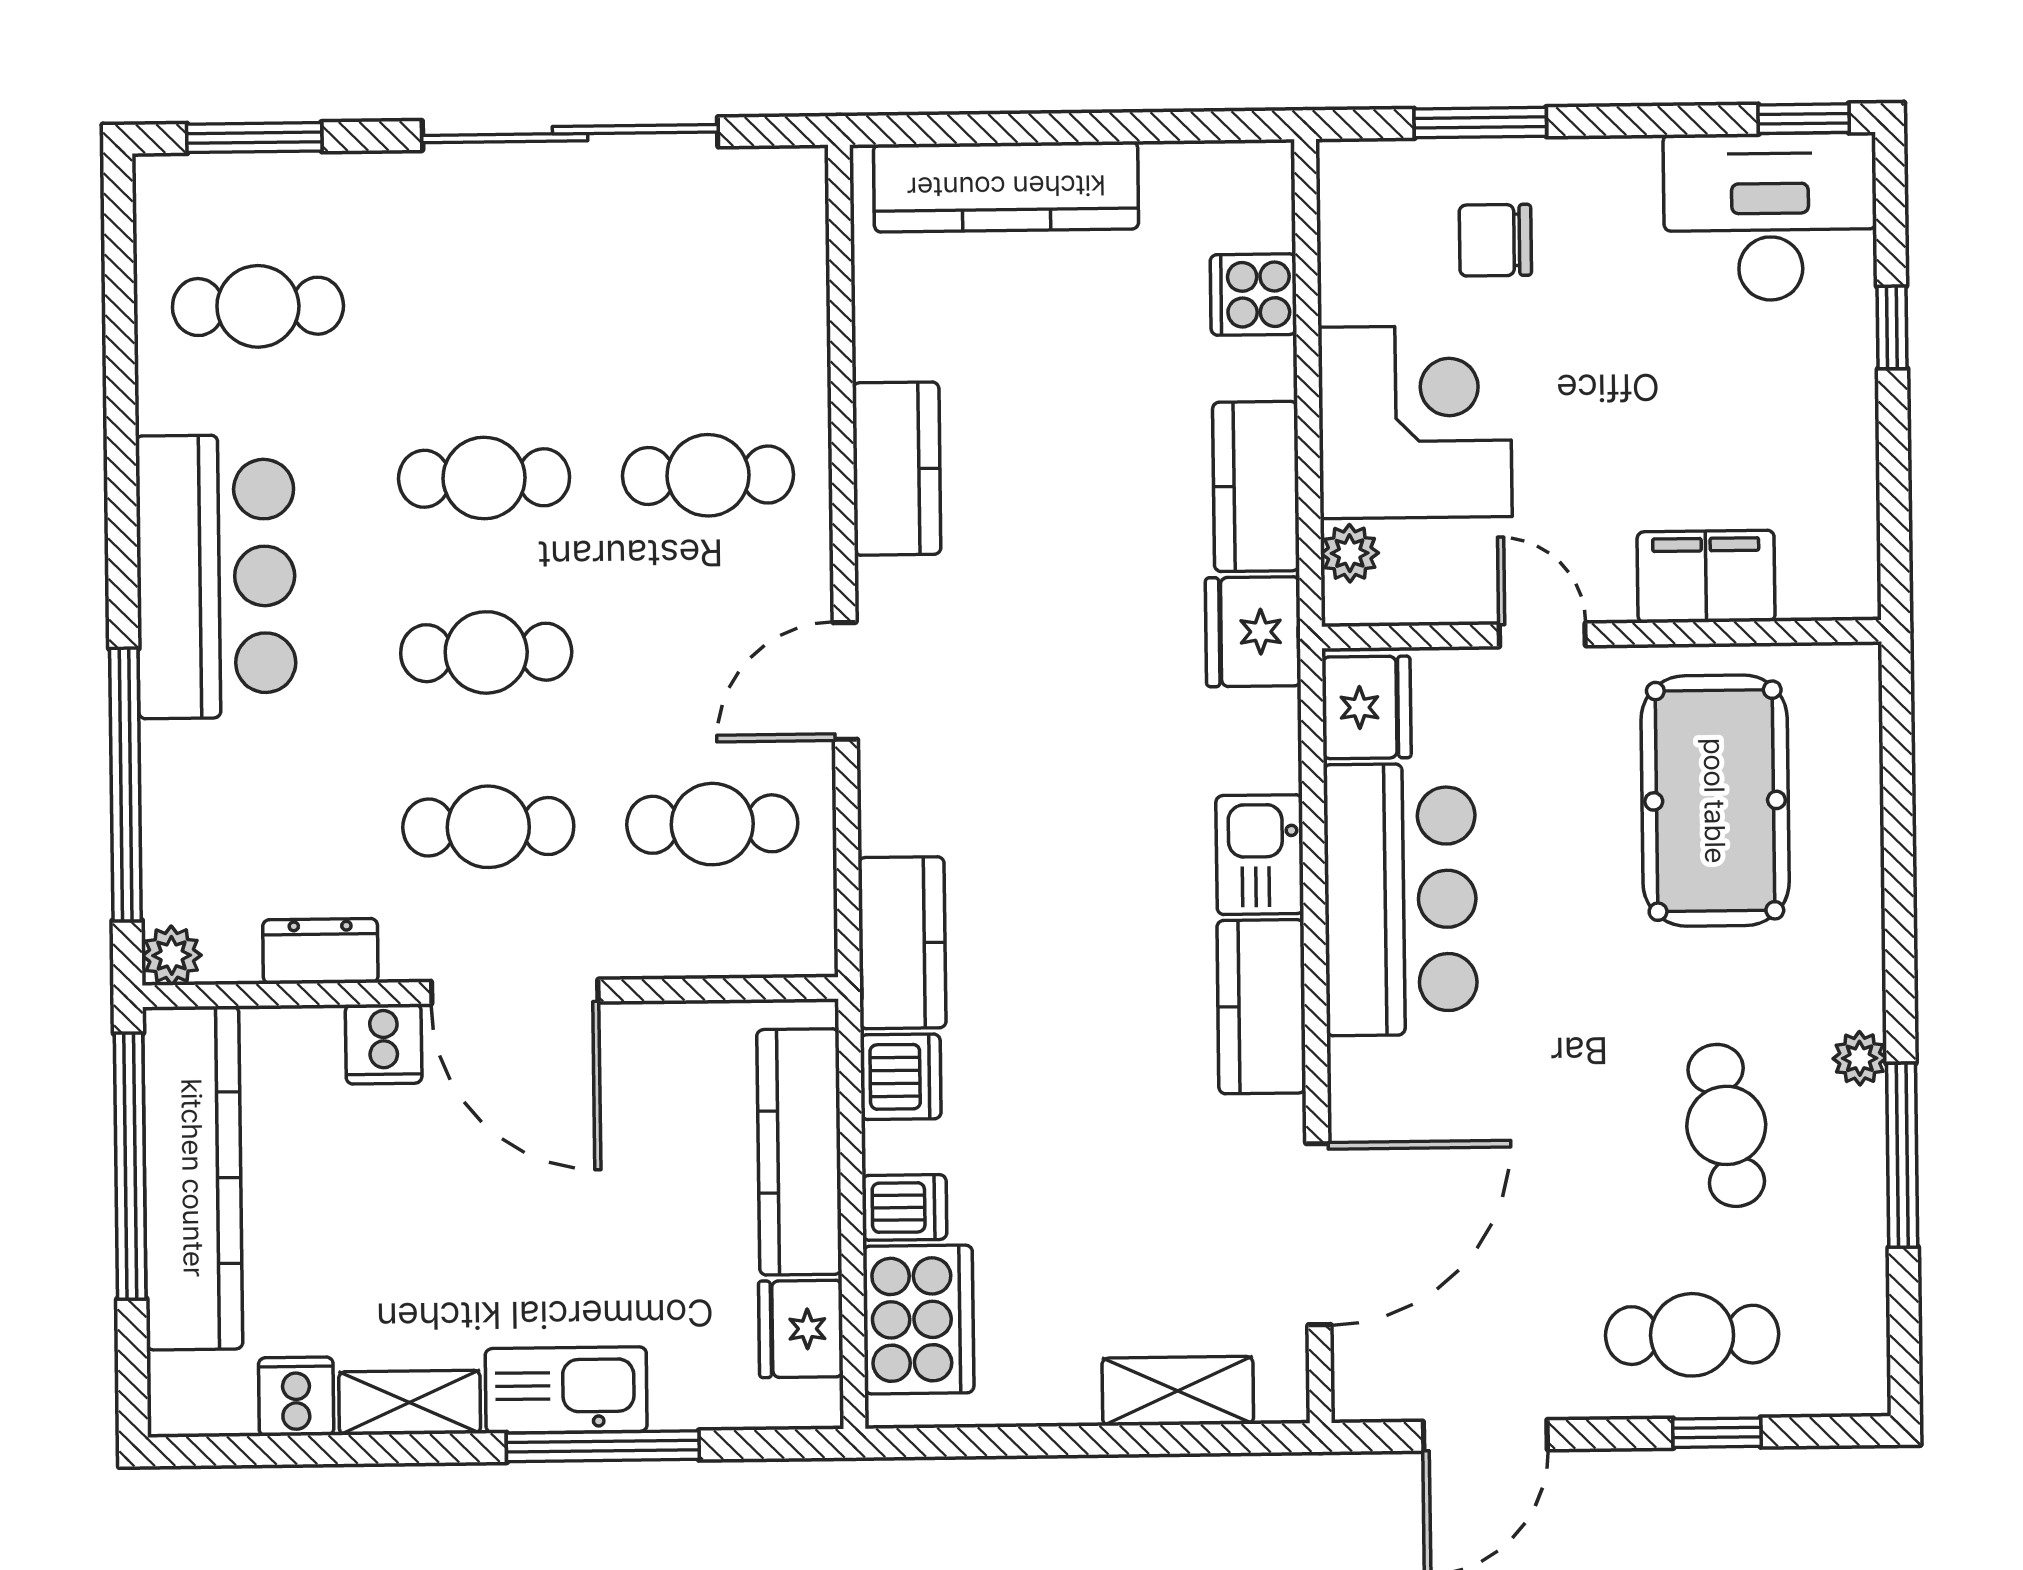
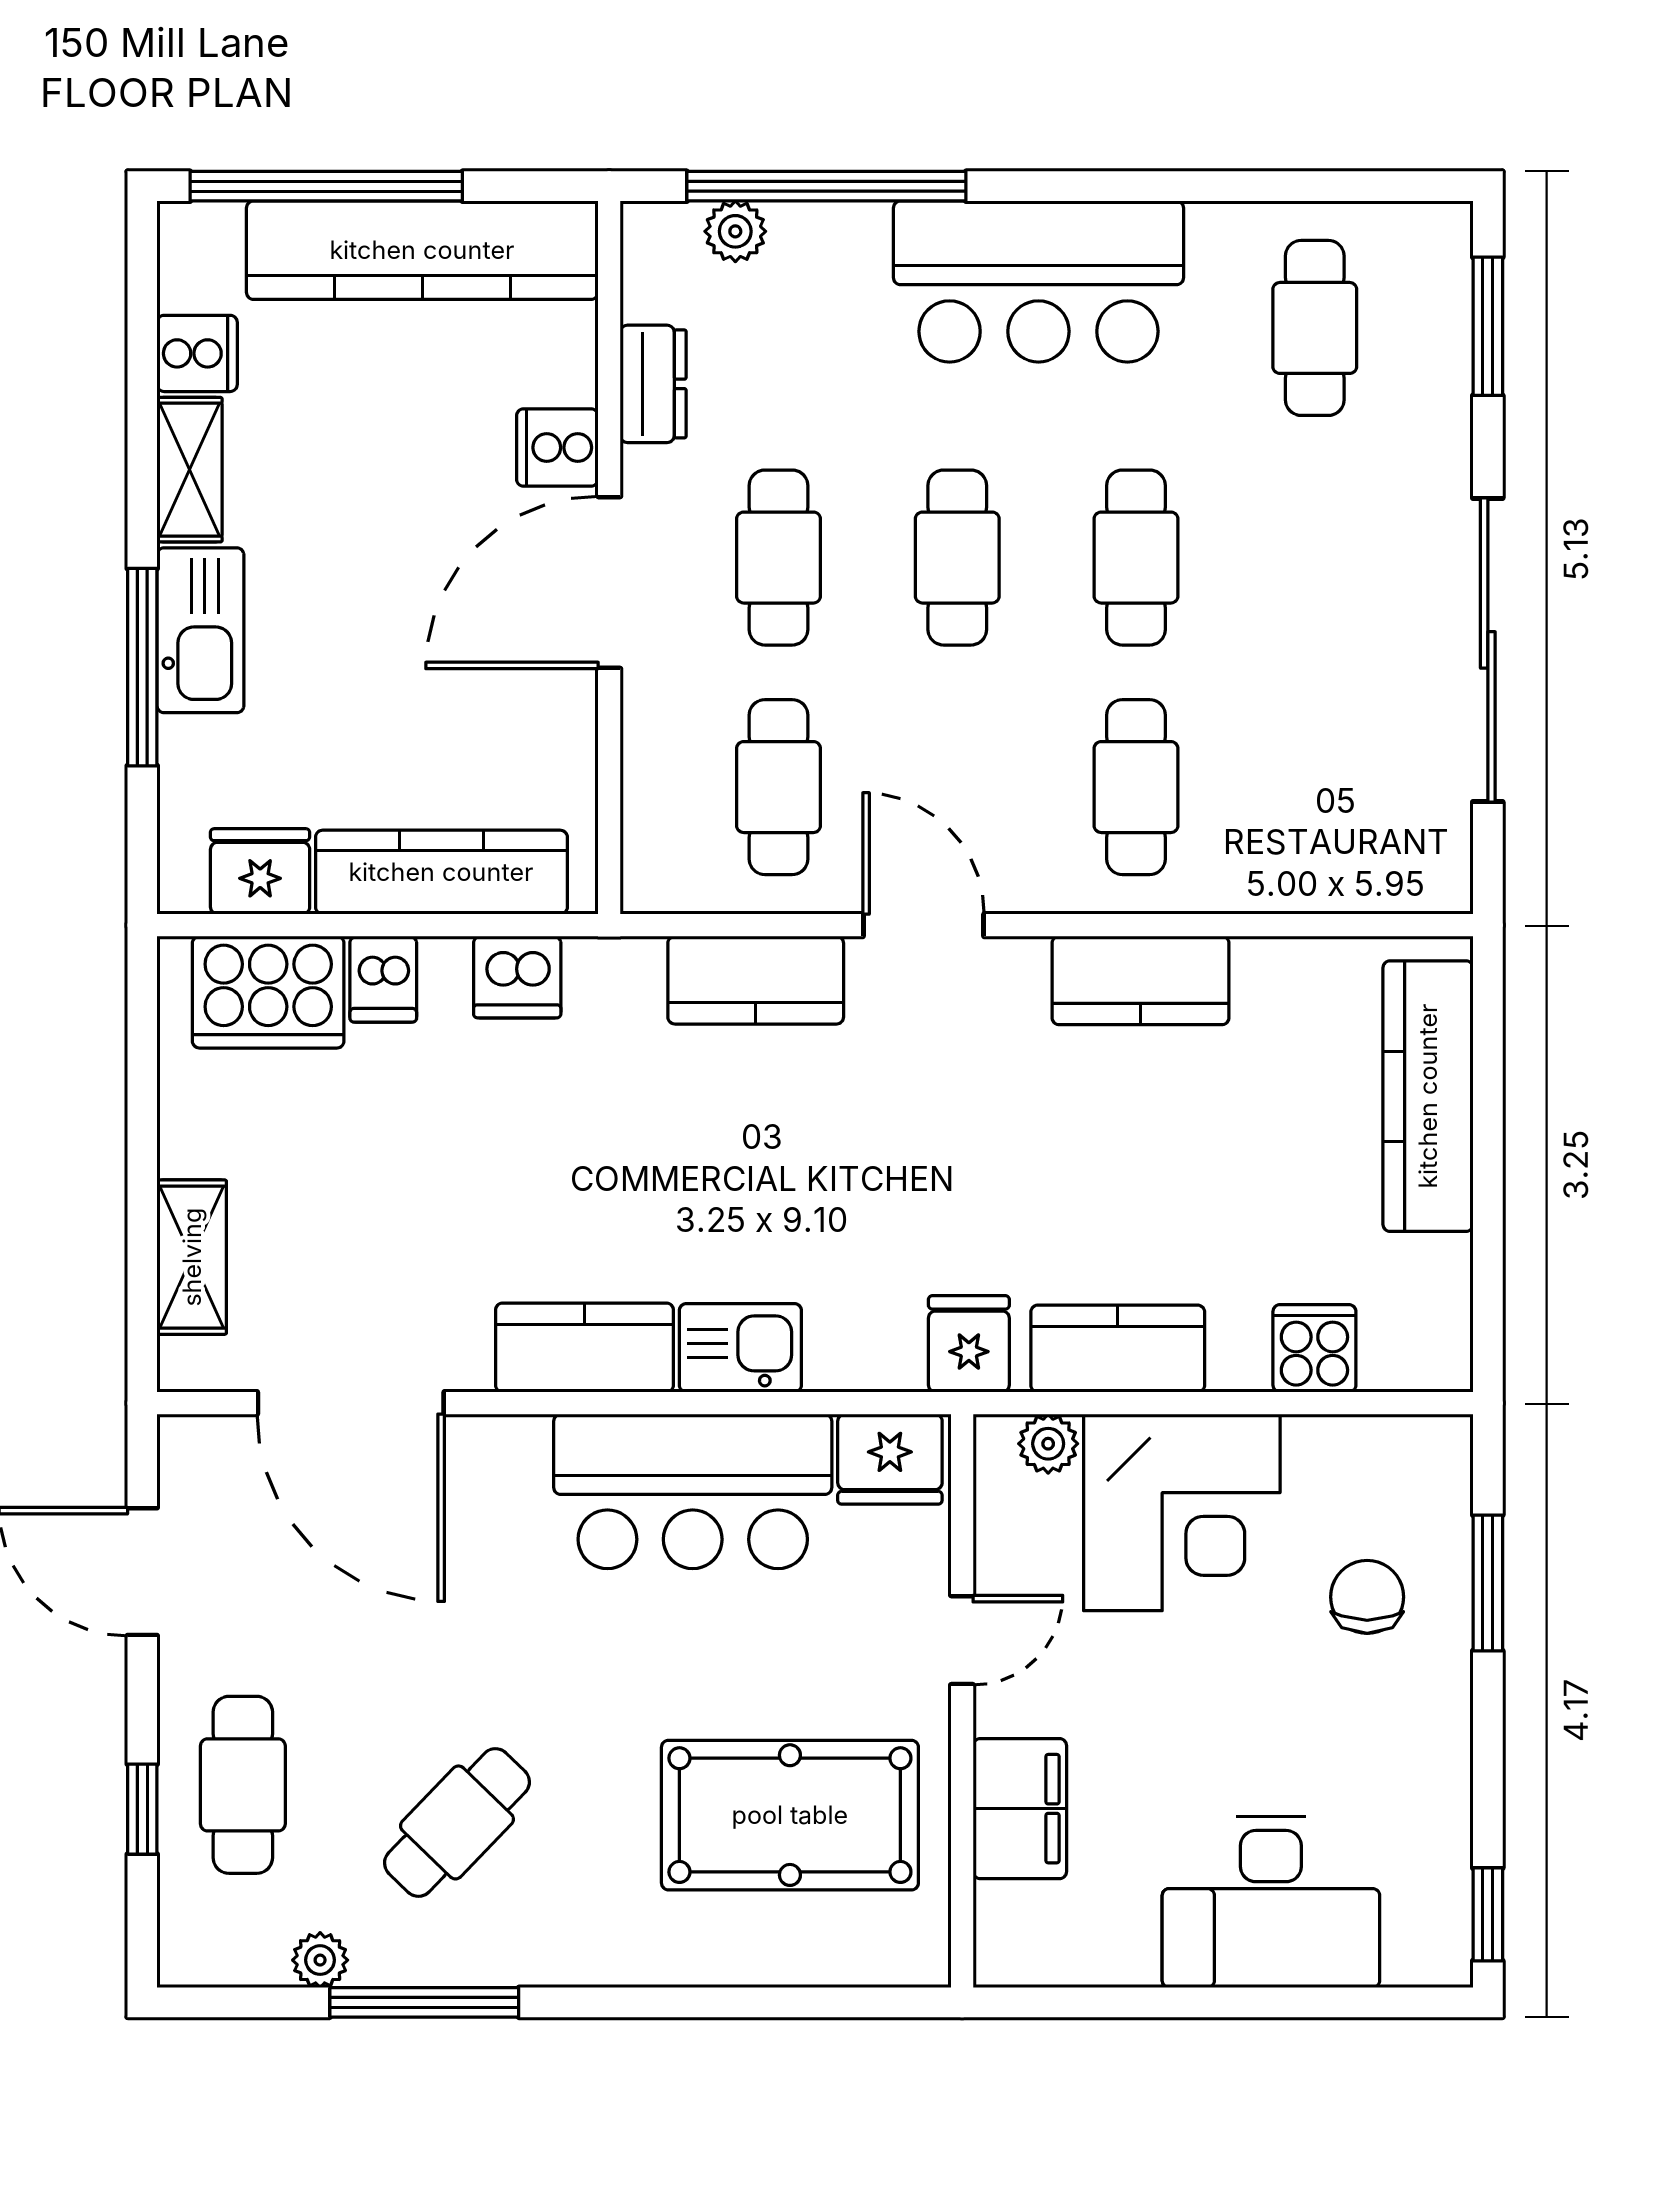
desk: (1770, 217) -> (1271, 1902), moved, turned 90
window: (1892, 327) -> (1273, 2002), removed
fridge: (1253, 632) -> (969, 1344), width x0.72
kitchen counter: (902, 943) -> (756, 980), moved
plant: (172, 955) -> (735, 231), moved
plant: (1860, 1058) -> (320, 1960), moved
cafe table: (1726, 1125) -> (457, 1822), turned -36
window: (130, 1166) -> (326, 186), moved

